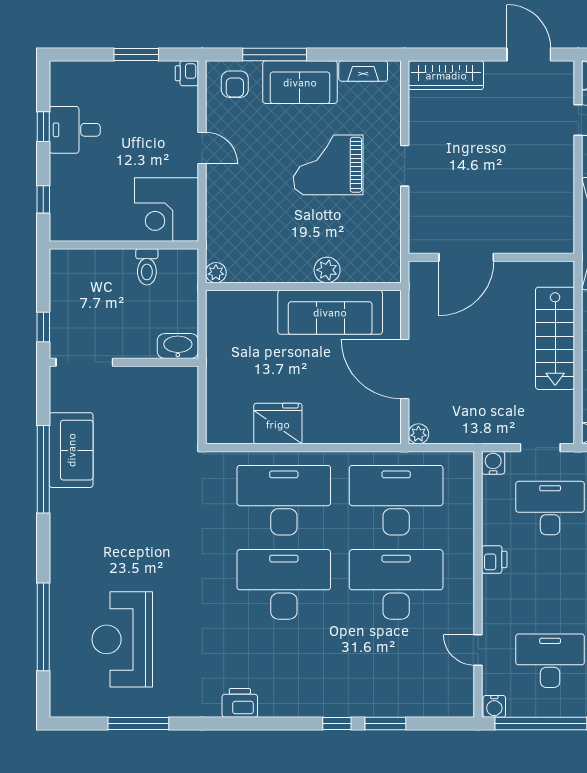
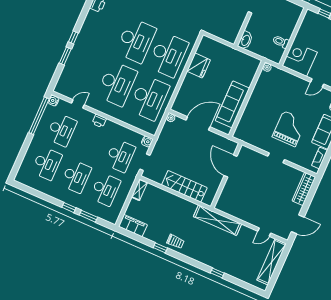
plant: (327, 270) -> (249, 110), removed
printer: (494, 559) -> (99, 121), moved

